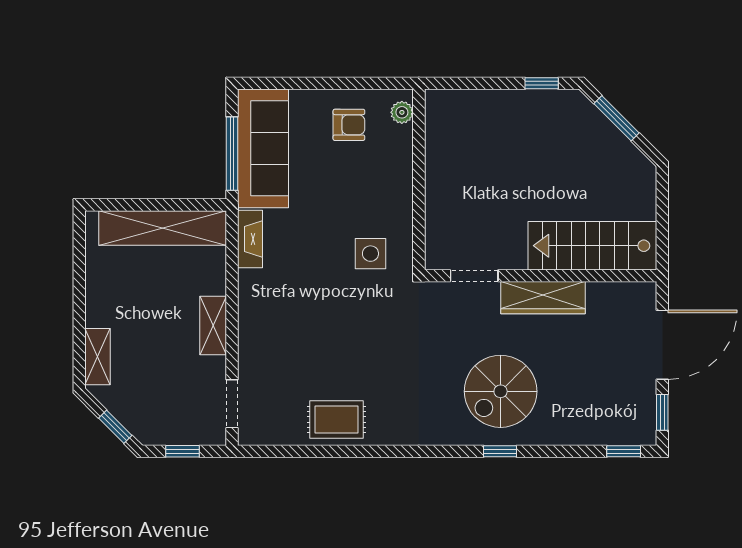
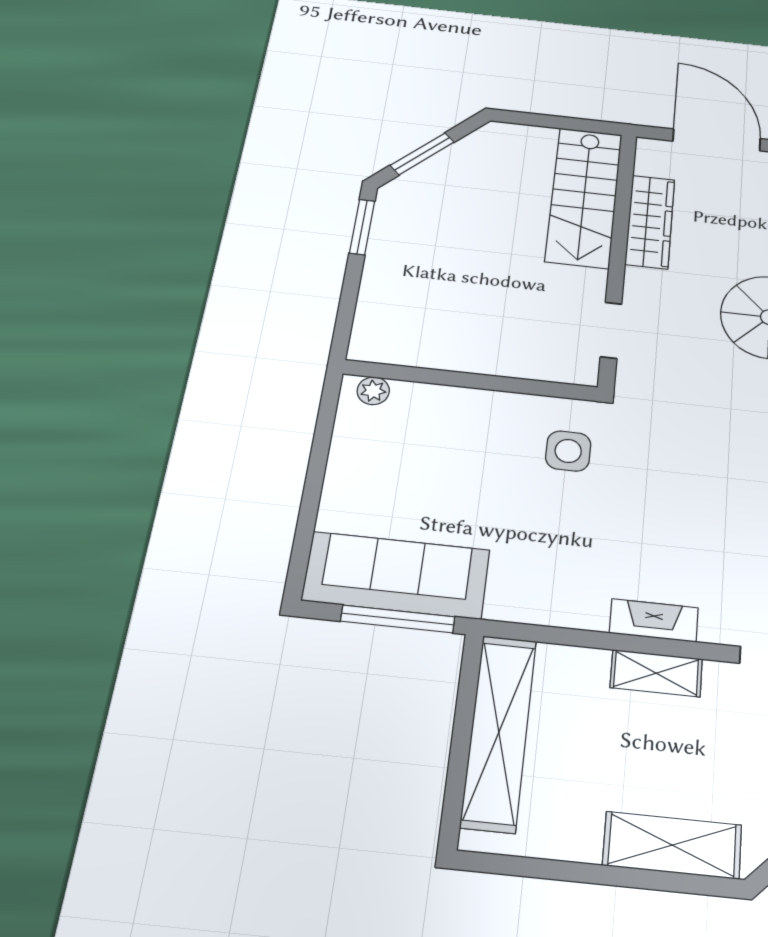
window: (542, 83) -> (362, 227), width x1.50
armchair: (349, 125) -> (380, 458), removed
fireplace: (250, 239) -> (654, 620), moved
wardrobe: (543, 298) -> (650, 222), moved
shelving: (98, 357) -> (672, 845), width x1.50, depth x1.33

